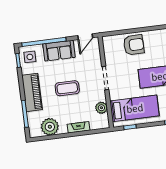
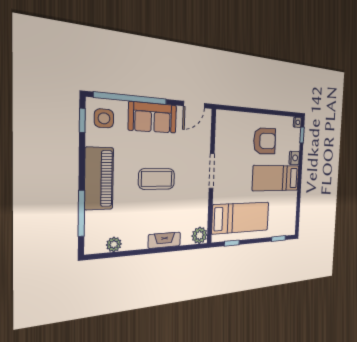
armchair: (134, 45) -> (265, 141), moved
plant: (101, 108) -> (200, 235), moved
plant: (50, 127) -> (114, 244), width x0.53, depth x0.53

